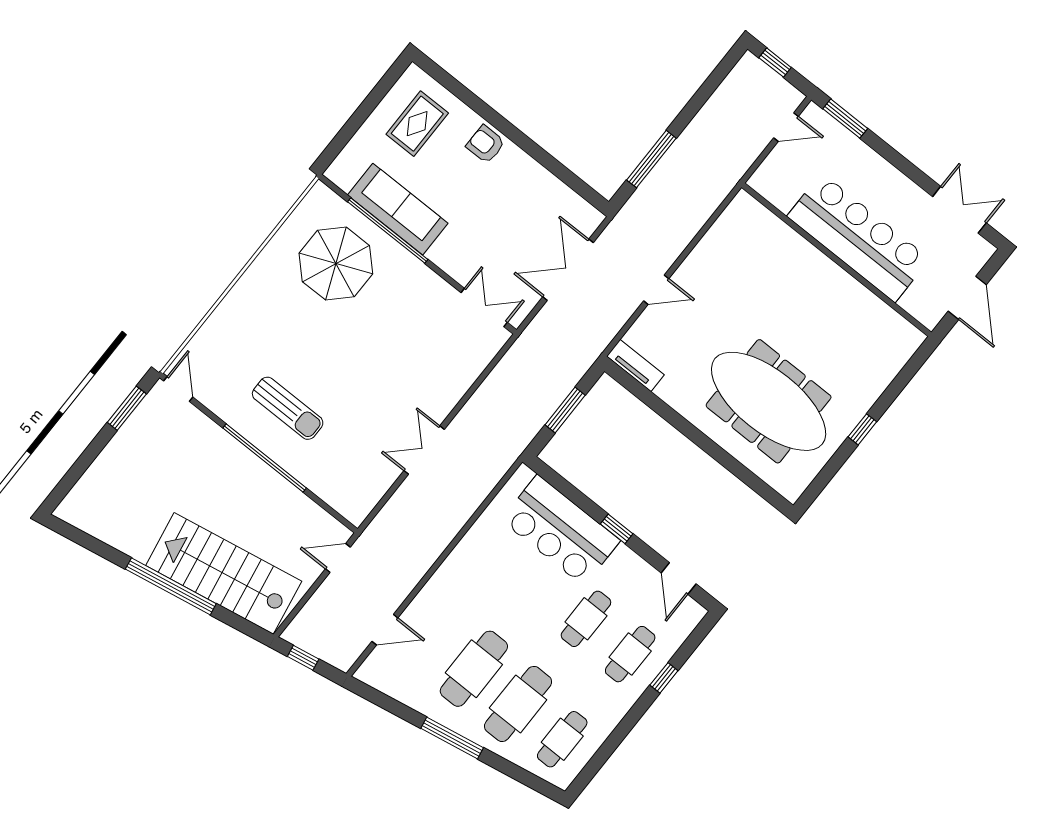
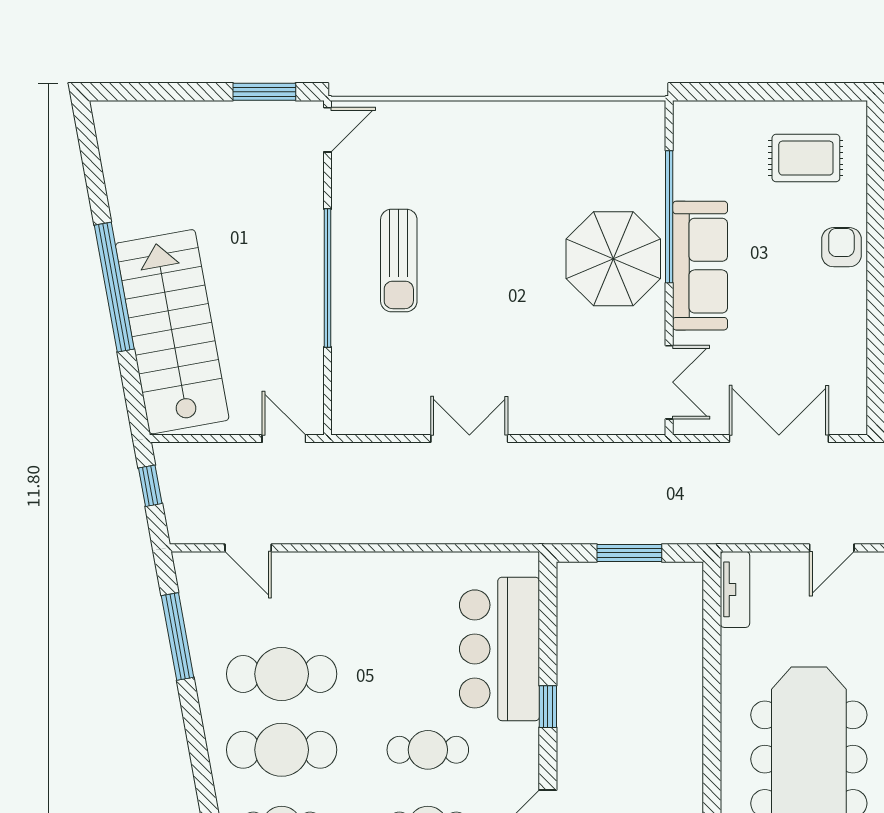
sofa: (398, 209) -> (700, 266), moved
parasol: (336, 264) -> (613, 259), moved
door: (656, 290) -> (832, 548), hinge flipped
window: (452, 738) -> (178, 637), moved

